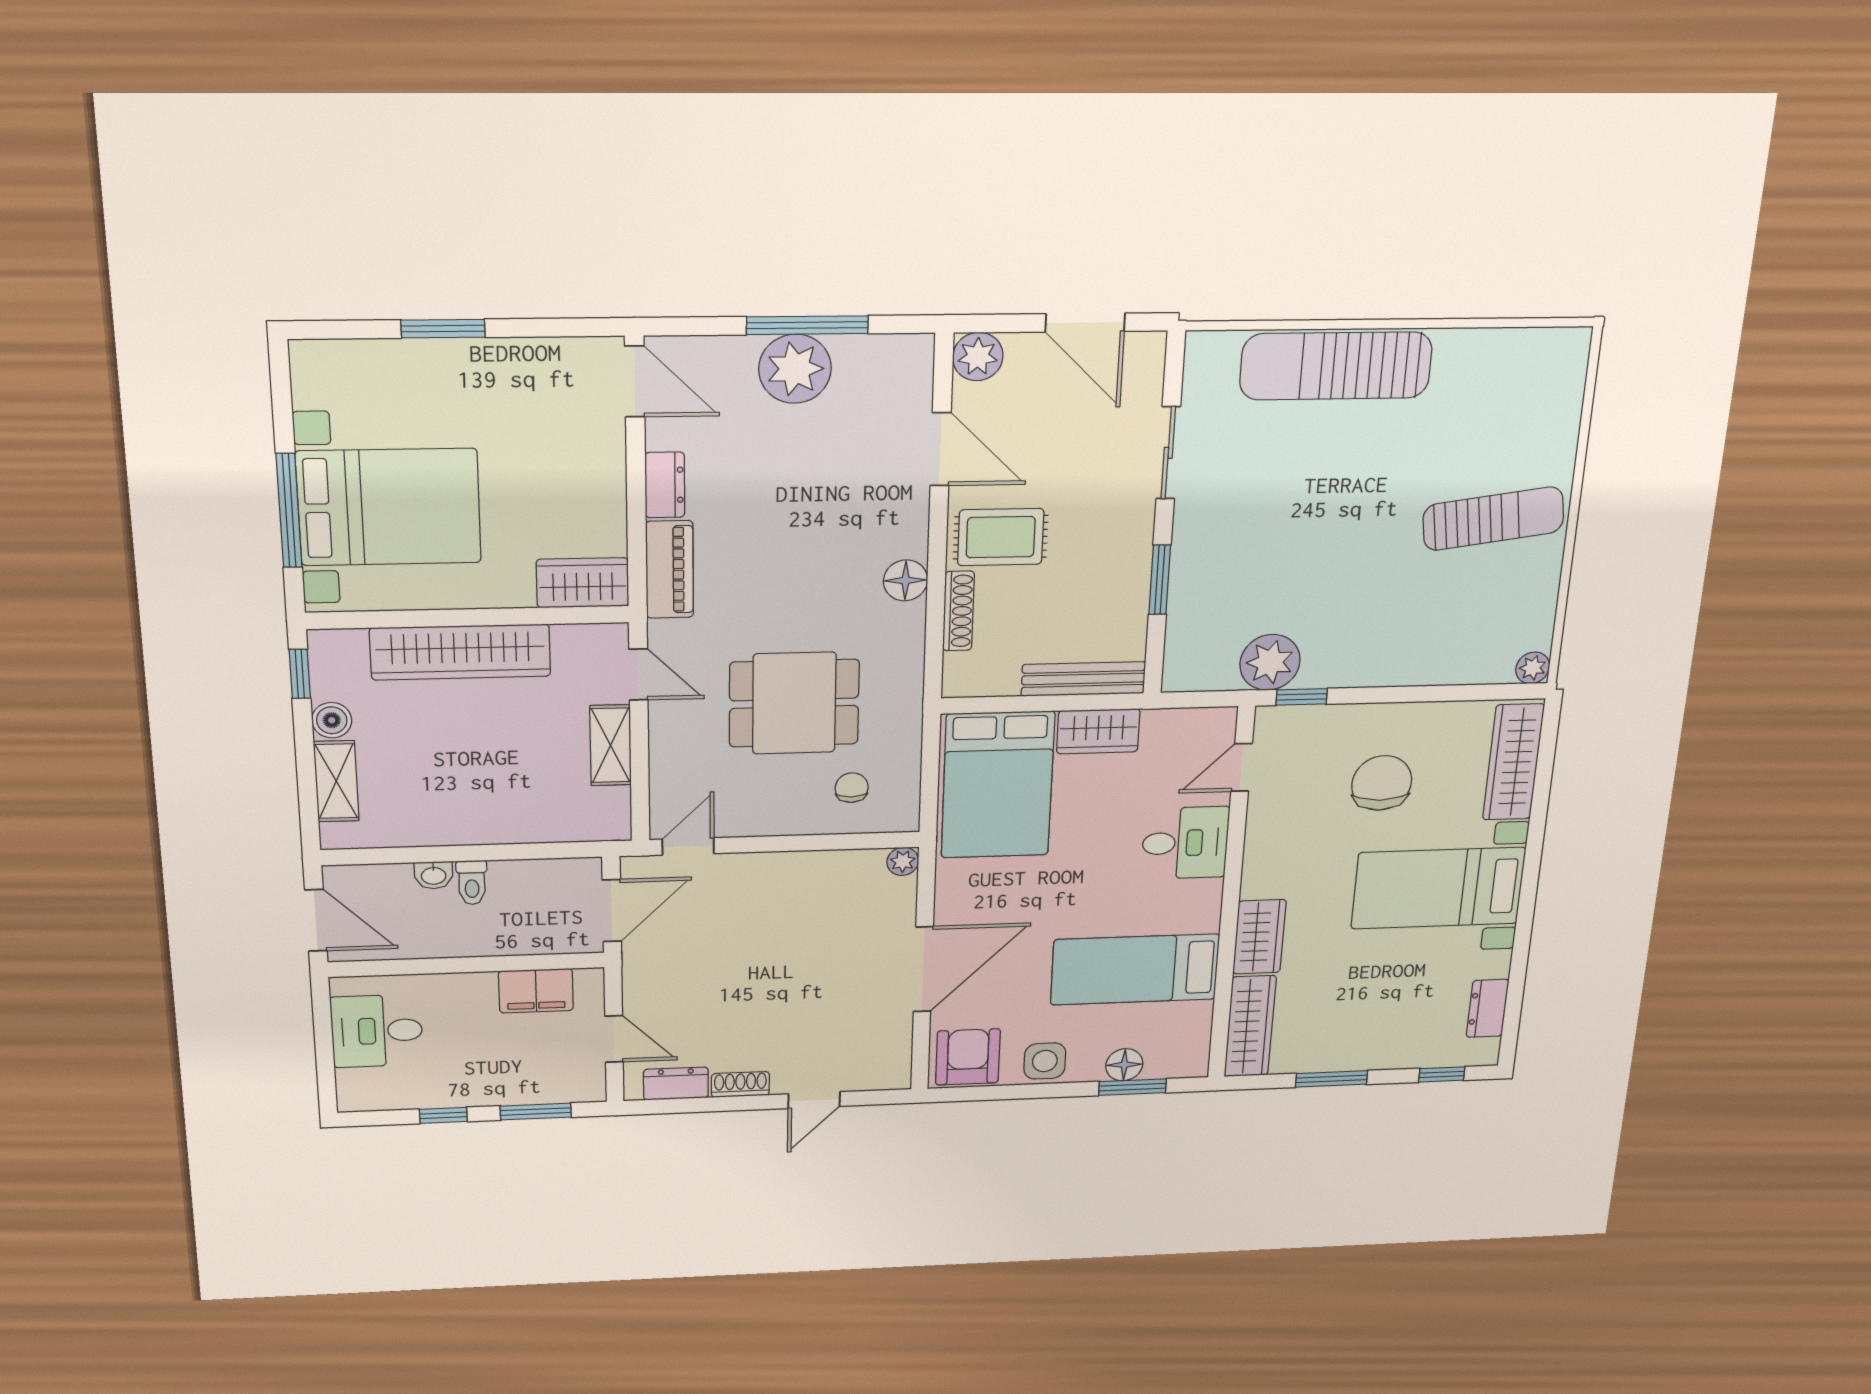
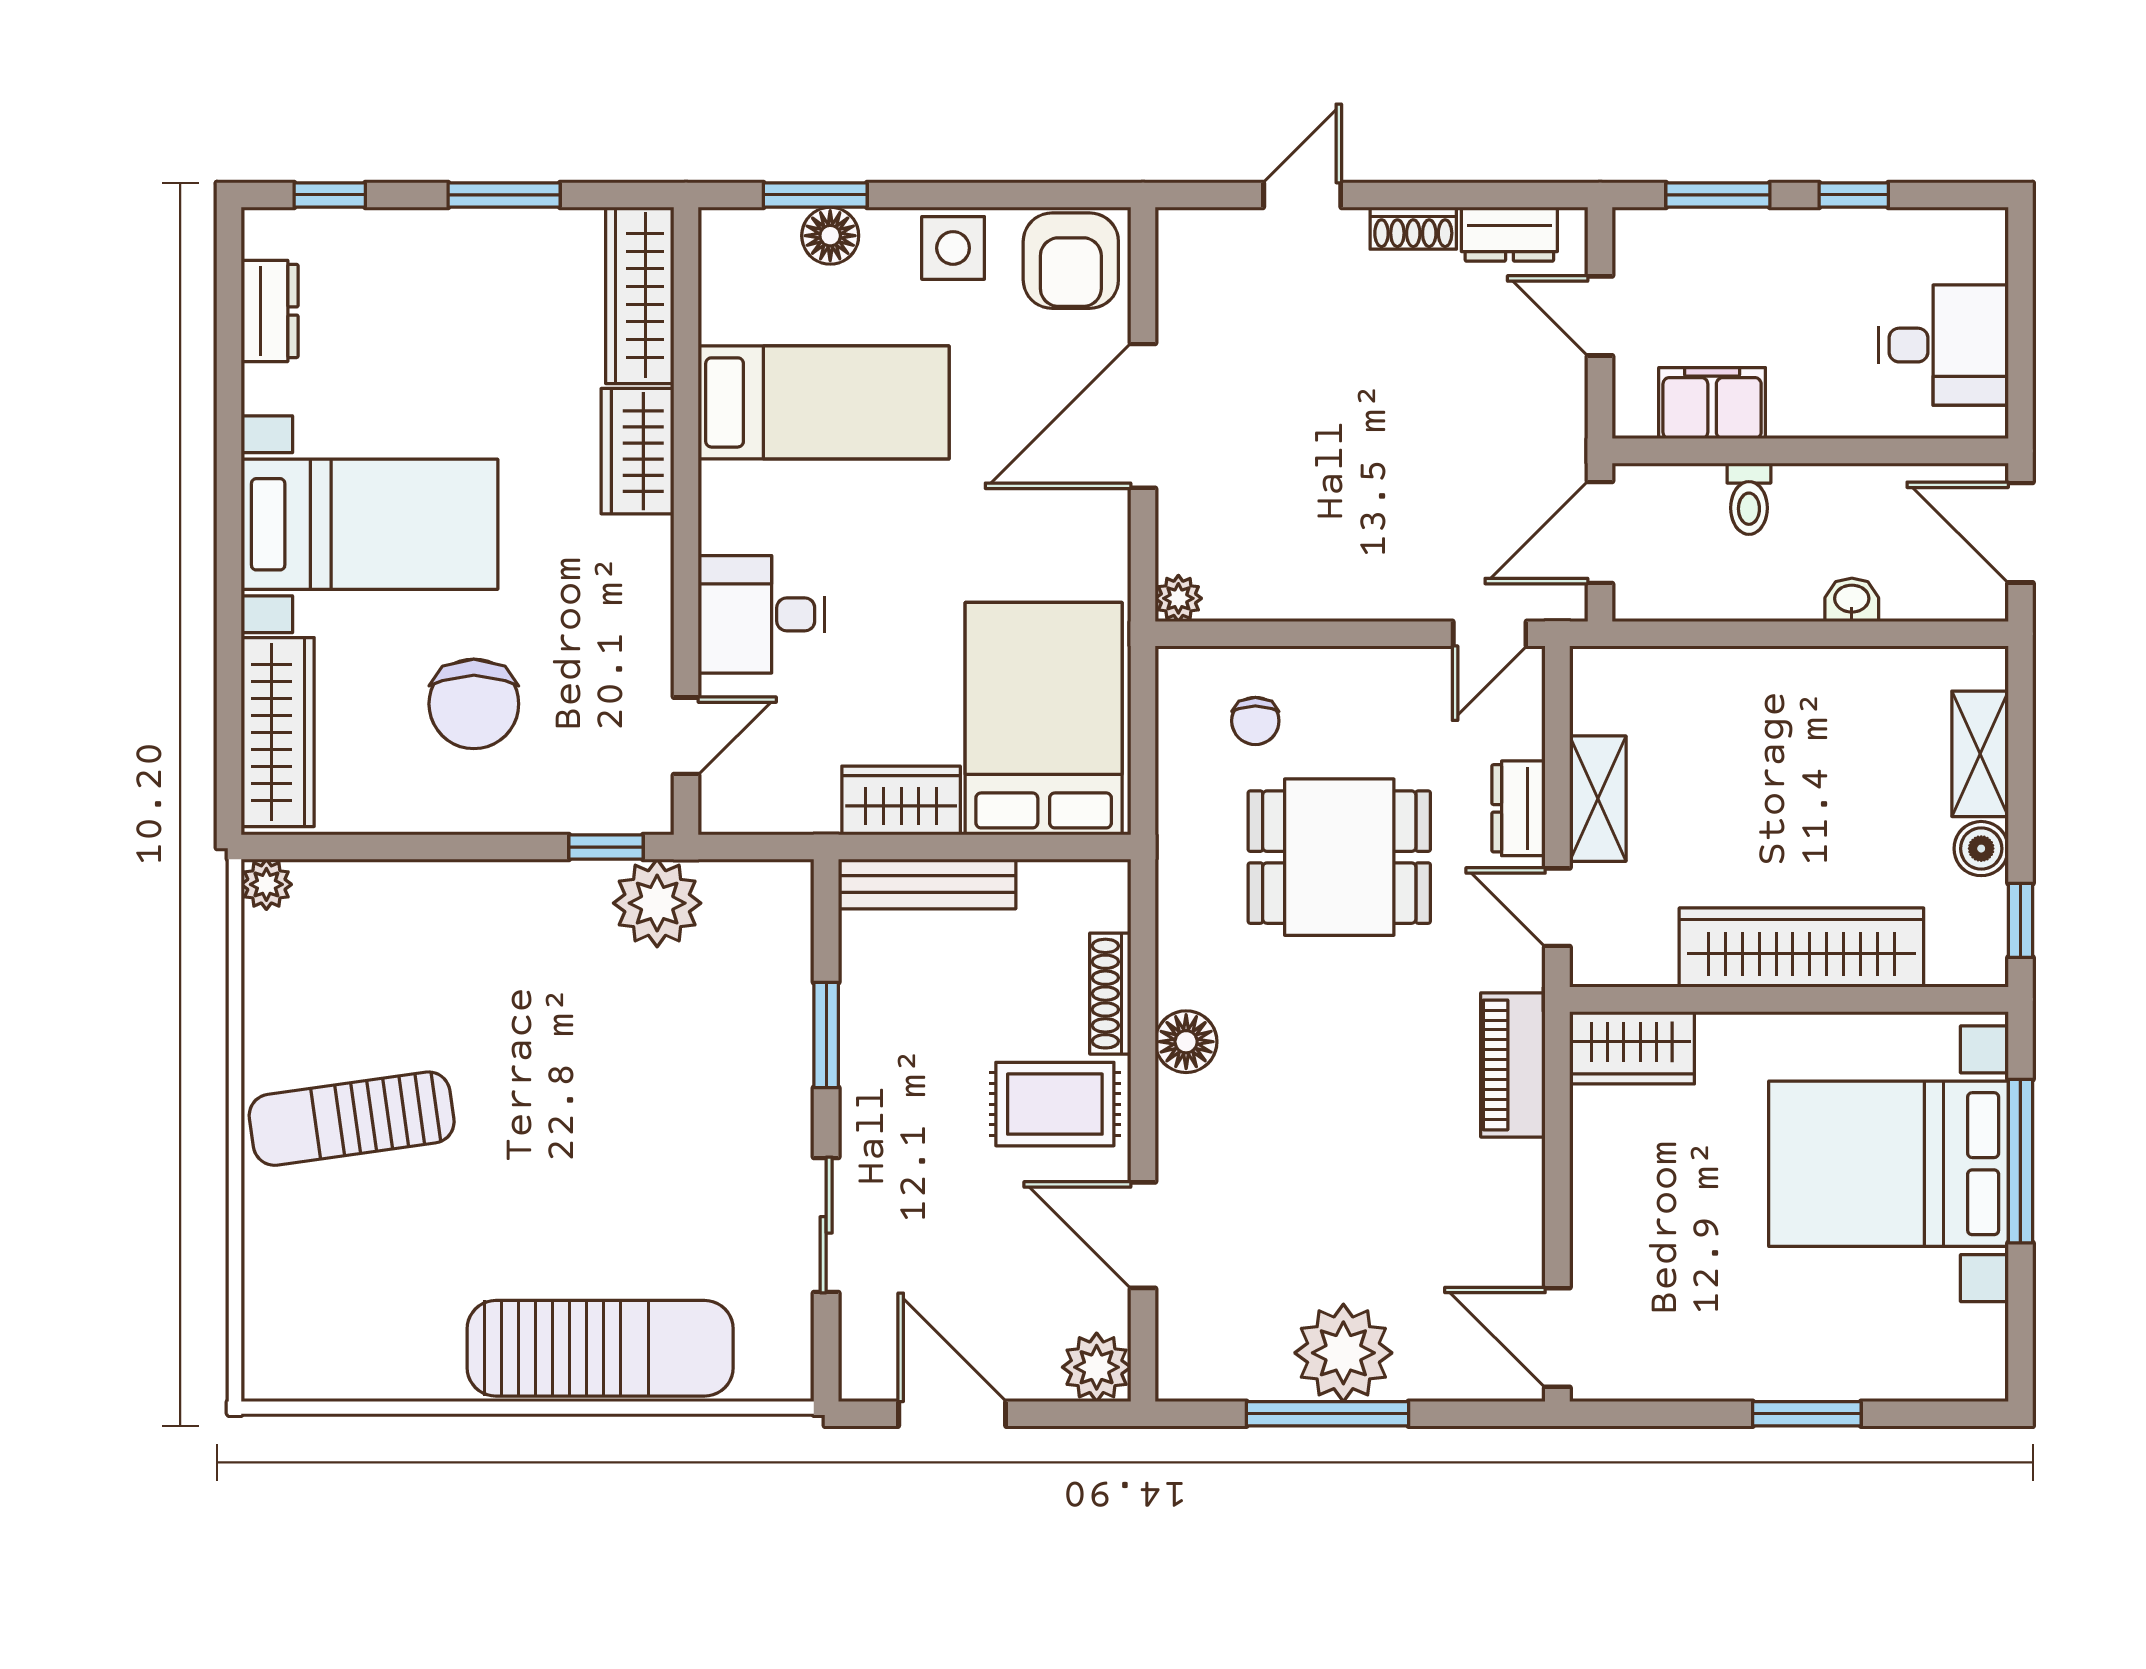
dresser: (665, 485) -> (1519, 808), moved
toilet: (472, 883) -> (1749, 499), moved, turned 180

